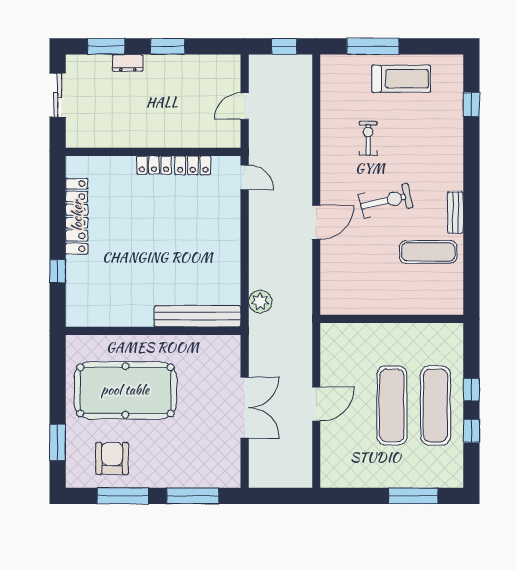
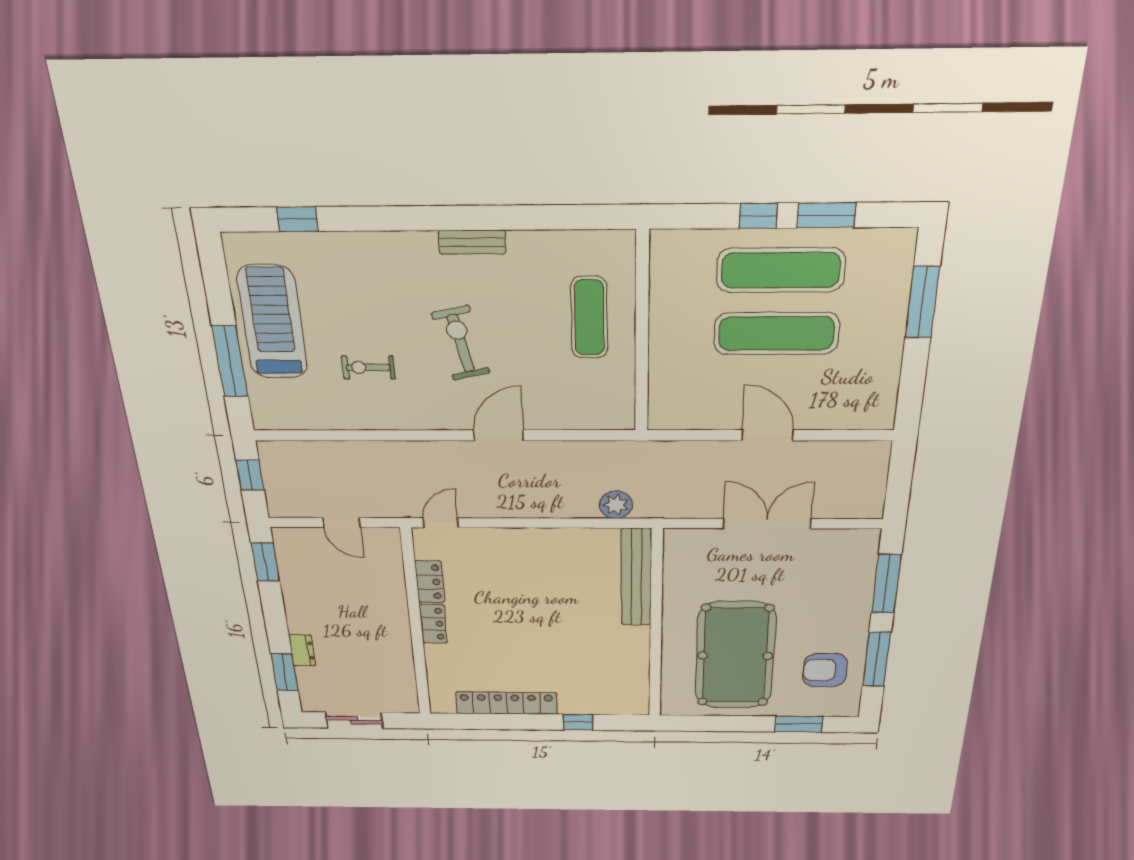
window: (168, 46) -> (265, 562), moved
treadmill: (401, 79) -> (272, 322), width x1.37, depth x1.38
door: (316, 222) -> (499, 435), hinge flipped
exercise mat: (428, 252) -> (589, 318), moved
window: (471, 431) -> (826, 215), width x1.50

